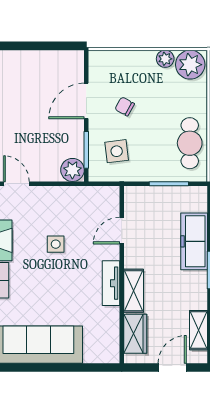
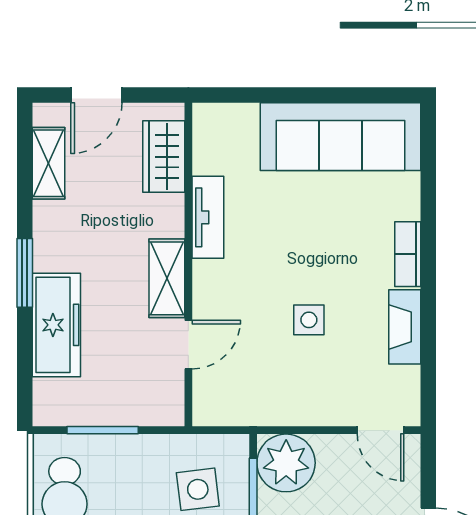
plant: (72, 170) -> (286, 463), width x1.36, depth x1.36
tv unit: (111, 283) -> (208, 217), moved
shelving: (134, 291) -> (167, 278), moved

